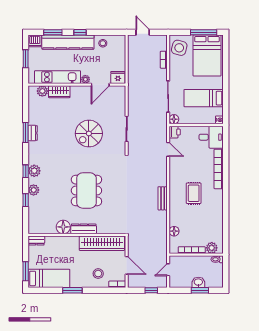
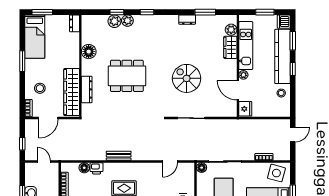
printer: (175, 132) -> (97, 168), moved
window: (26, 133) -> (205, 12), moved
plant: (34, 171) -> (114, 21), moved
dresser: (84, 229) -> (87, 89), moved

